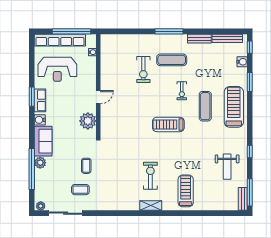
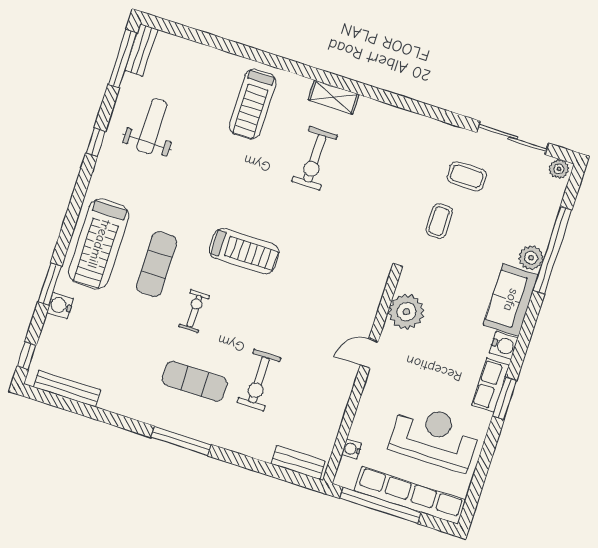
bench: (199, 39) -> (298, 463), moved
water cooler: (242, 62) -> (60, 306), moved
exercise bike: (143, 69) -> (259, 380), turned 180

